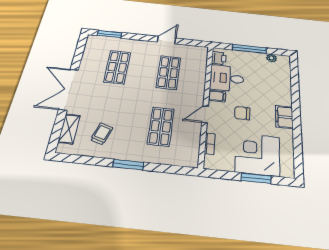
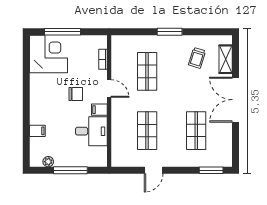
printer: (219, 58) -> (100, 154), removed
double door: (69, 89) -> (235, 100), swing flipped
door: (205, 114) -> (109, 89), hinge flipped
filing cabinet: (284, 117) -> (37, 131), moved, width x0.50
corner desk: (257, 154) -> (49, 54), moved, turned -90
window: (256, 178) -> (62, 32), width x1.44

